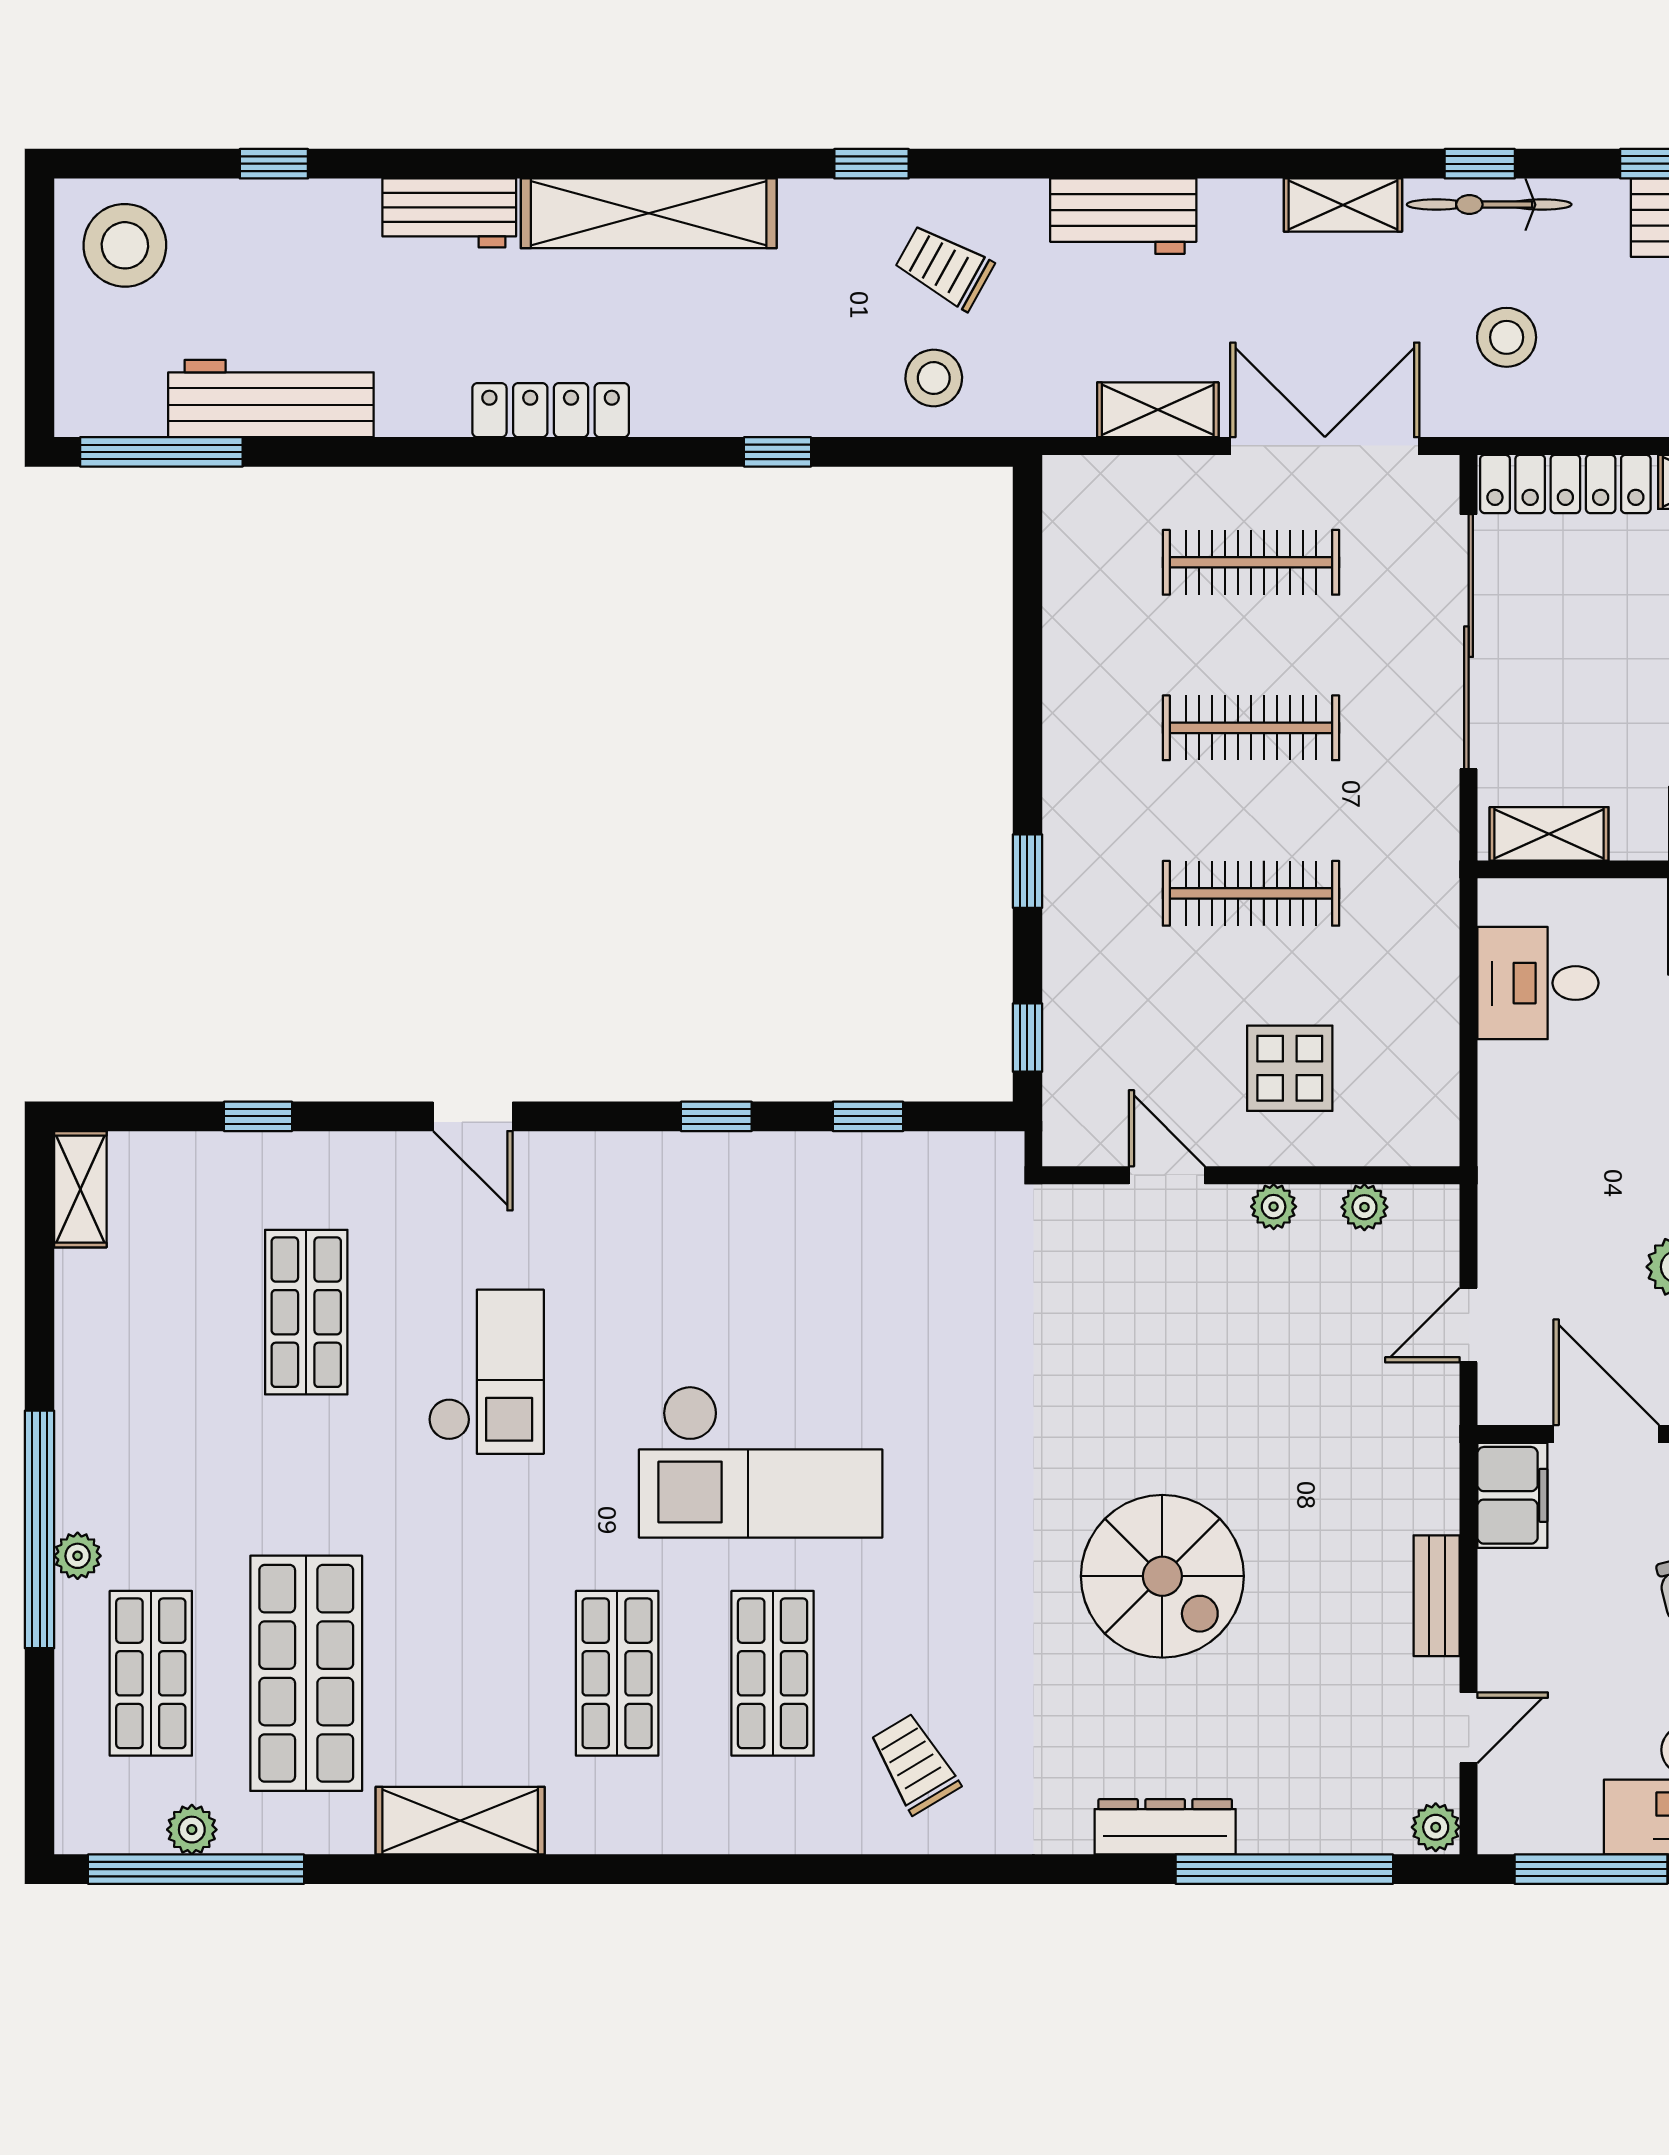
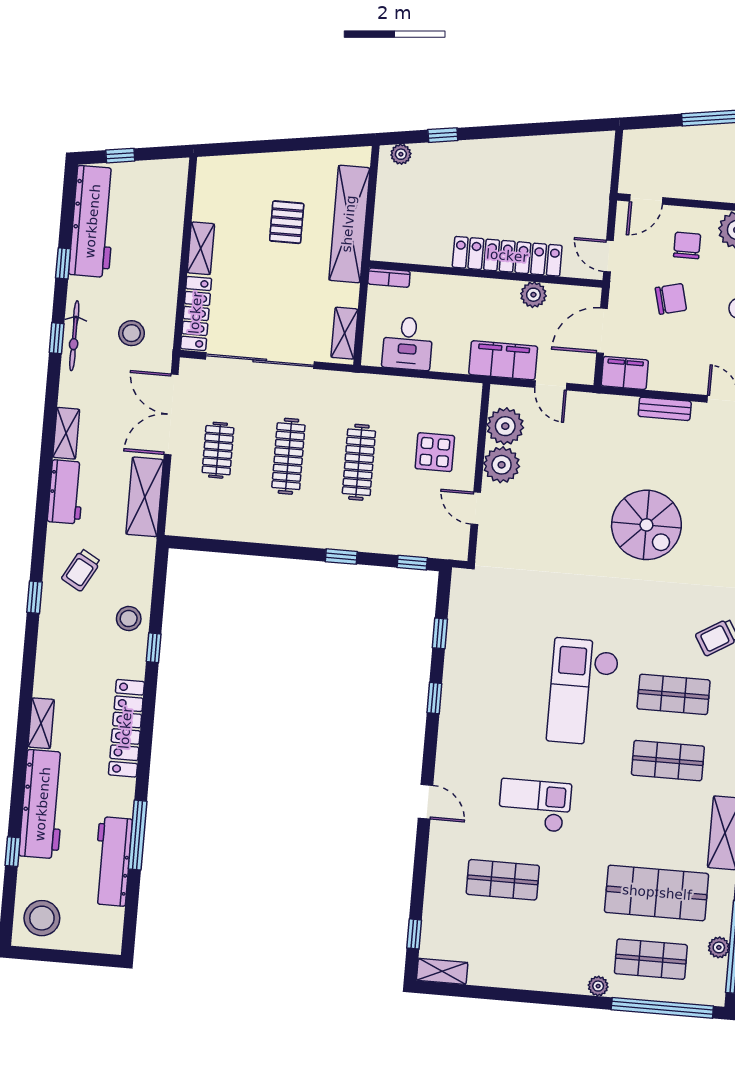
shelving: (1343, 205) -> (66, 433), moved
workbench: (449, 213) -> (43, 804), width x1.88, depth x1.32
shelving: (649, 213) -> (41, 723), width x0.45, depth x0.75
stool: (934, 378) -> (129, 619), moved
locker: (551, 410) -> (126, 728), width x1.41, depth x1.21
shelving: (1158, 410) -> (145, 497), width x1.50, depth x1.33
window: (161, 452) -> (138, 835), moved
clothes rail: (1251, 562) -> (218, 450), width x0.73
window: (258, 1116) -> (414, 934), moved
door: (473, 1116) -> (425, 802), hinge flipped
door: (1167, 1175) -> (476, 508), hinge flipped
plant: (1274, 1207) -> (502, 465), width x1.88, depth x1.88
plant: (1364, 1207) -> (505, 426), width x1.88, depth x1.88
filing cabinet: (1517, 1209) -> (503, 360), added
checkout: (761, 1462) -> (583, 692), turned 180
window: (40, 1529) -> (662, 1008), moved
spiral stairs: (1162, 1576) -> (646, 525), turned 90

